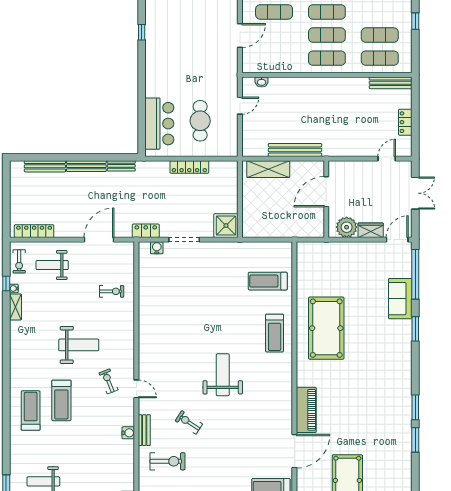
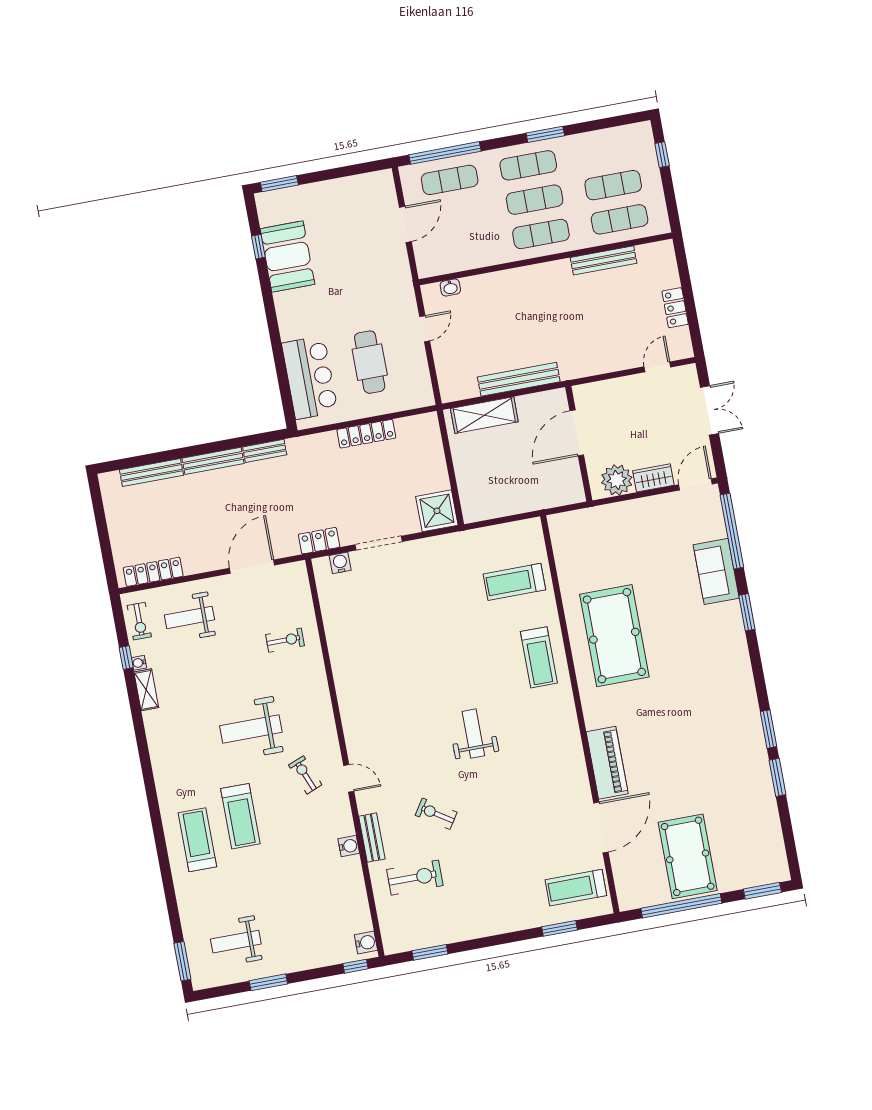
booth: (159, 42) -> (287, 256), added
bench: (391, 83) -> (604, 260), moved
weight bench: (79, 345) -> (251, 729), turned 180
weight bench: (223, 375) -> (473, 734), width x0.73, depth x0.75

